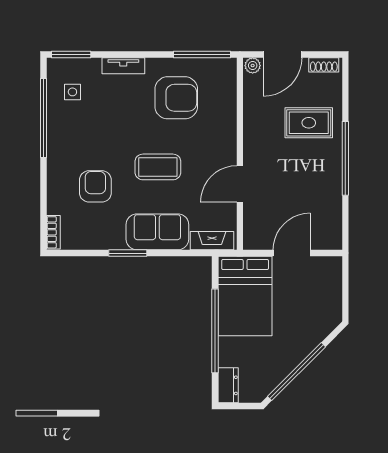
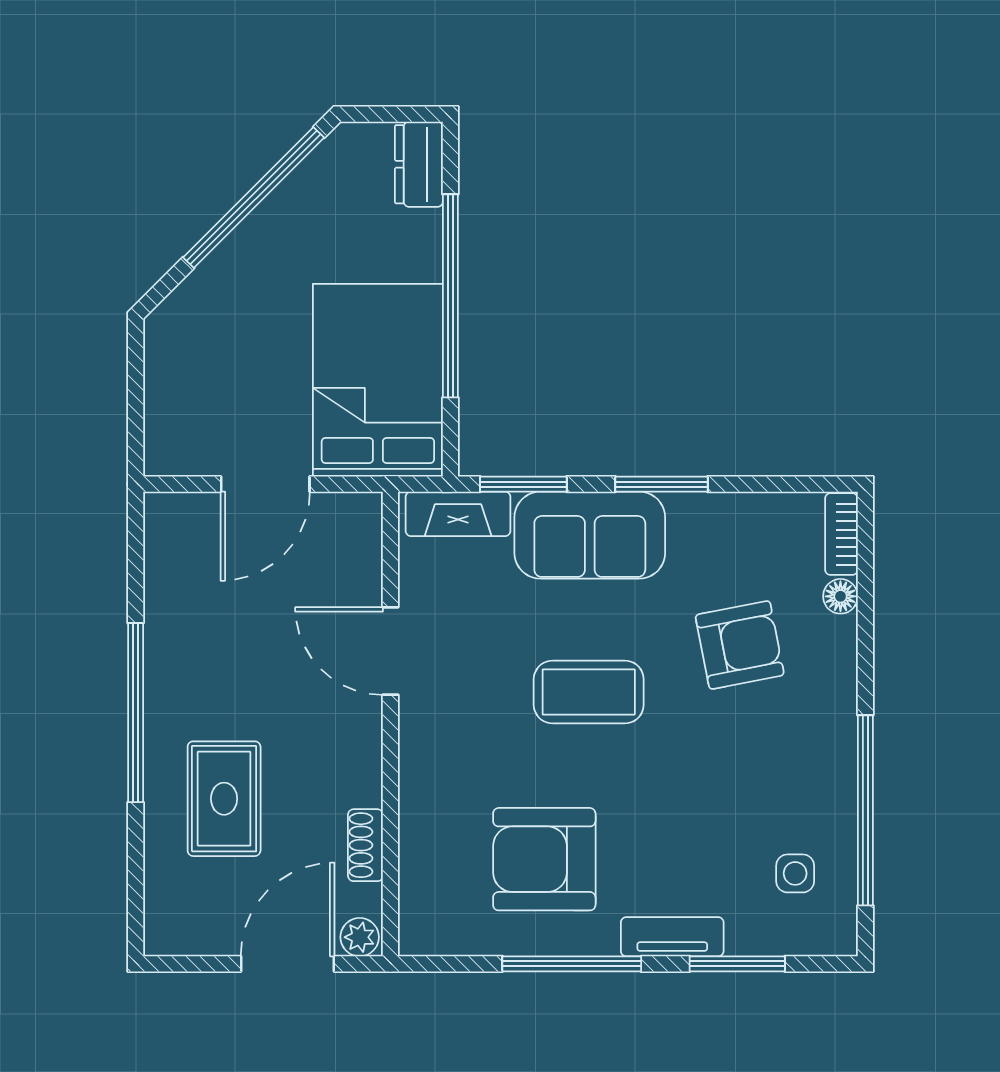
window: (71, 54) -> (737, 964), moved
window: (202, 54) -> (572, 964), moved
shoe rack: (324, 65) -> (365, 845), moved, turned -90
rug: (309, 123) -> (224, 799), turned 90
door: (240, 184) -> (390, 651), swing flipped
armchair: (95, 186) -> (740, 645), turned -101
floor lamp: (54, 207) -> (840, 596), added
window: (185, 253) -> (523, 484), added

